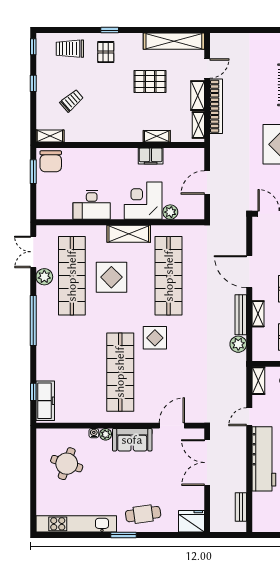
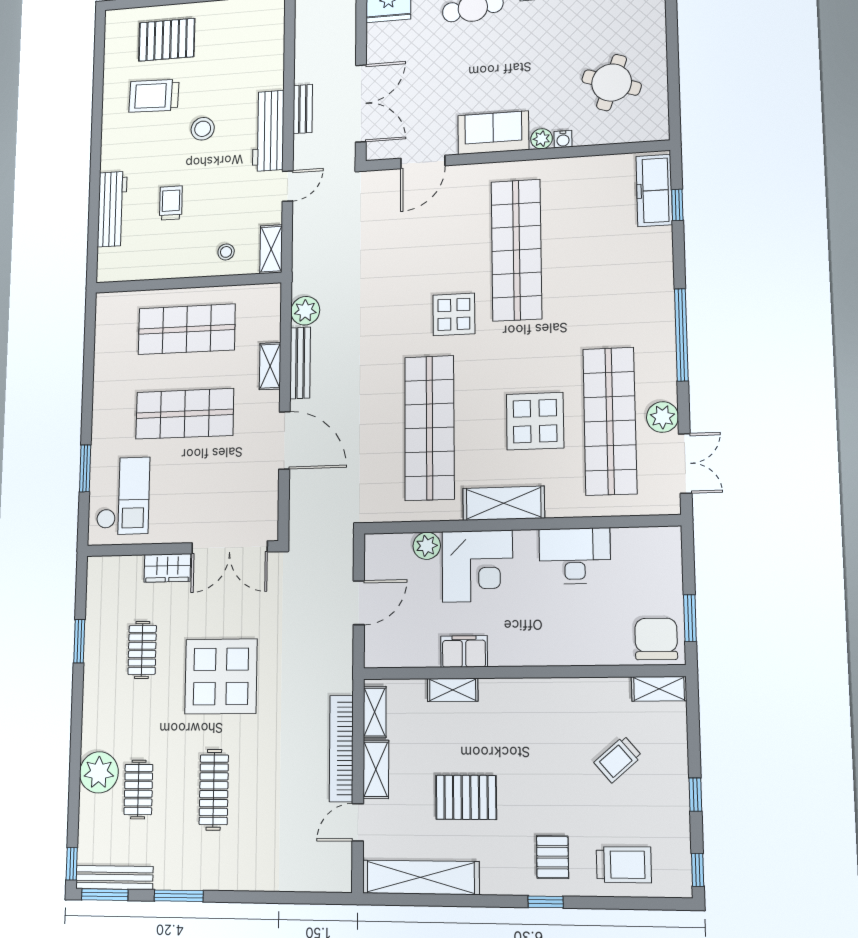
workbench: (264, 459) -> (268, 131), width x0.73, depth x0.76
bench: (241, 507) -> (303, 109), moved

